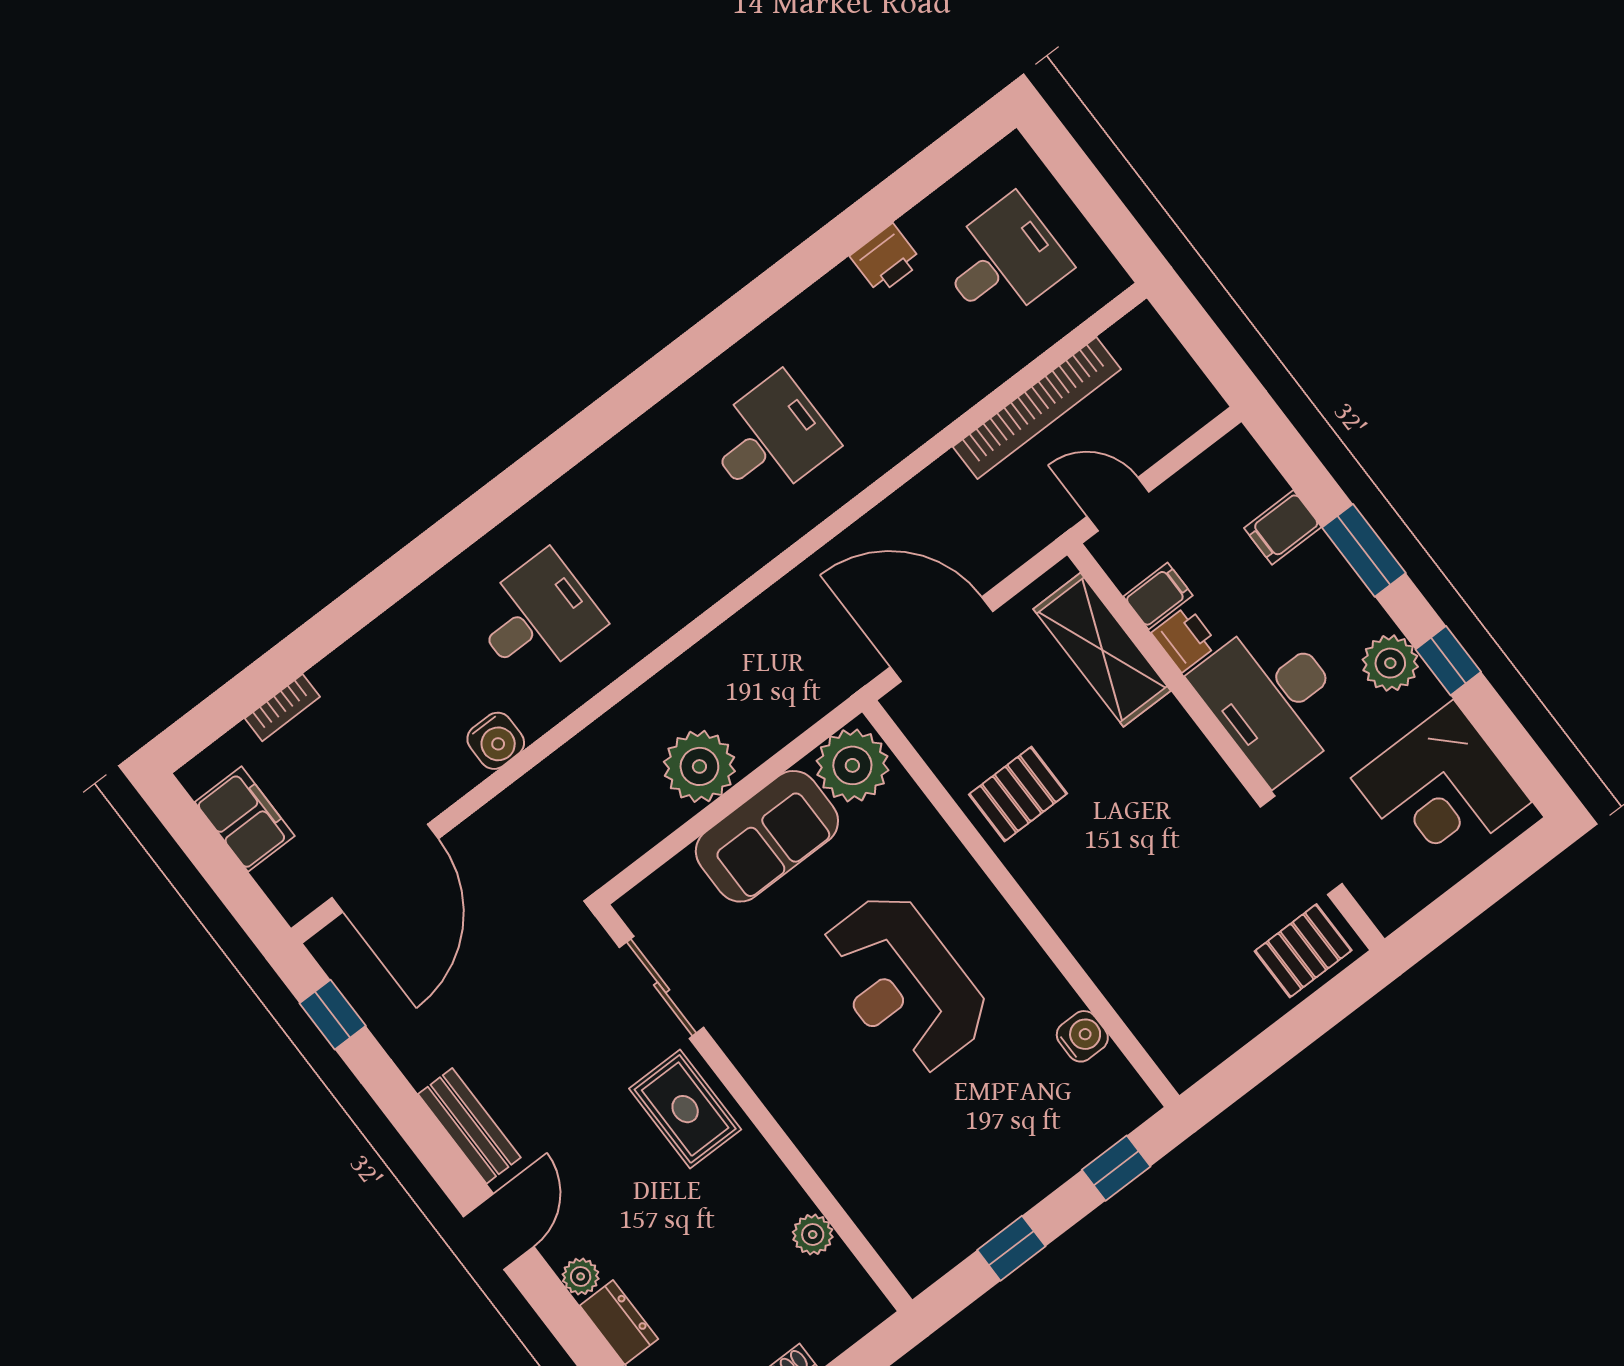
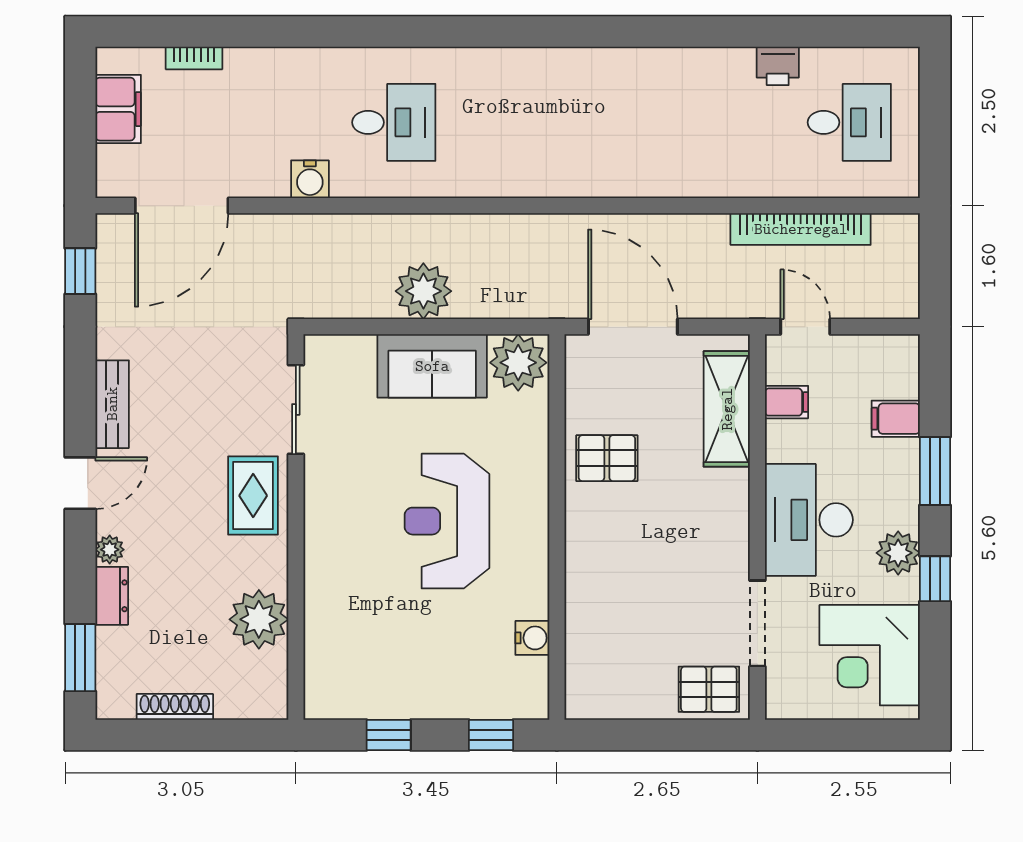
desk: (770, 439) -> (622, 122), removed
printer: (1185, 639) -> (783, 441), removed
plant: (813, 1235) -> (259, 619), width x1.87, depth x1.87

